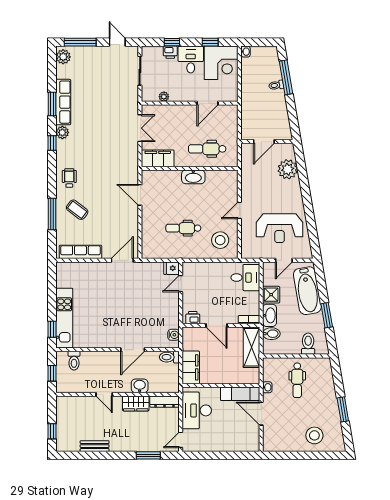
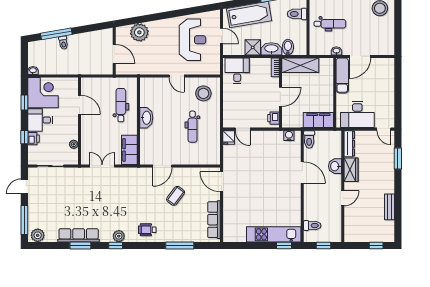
plant: (62, 132) -> (119, 236), moved
dental chair: (207, 149) -> (121, 105), turned 180
coffee table: (77, 210) -> (176, 196), moved

